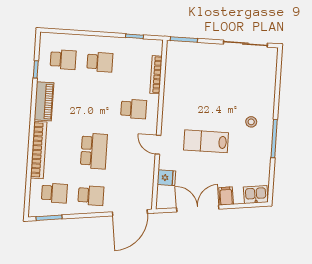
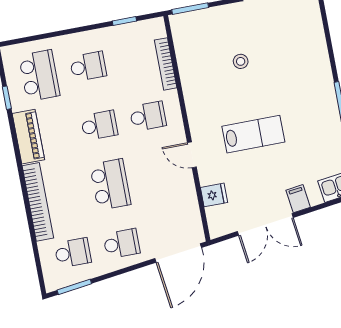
school desk: (63, 60) -> (39, 76), width x1.85
school desk: (97, 106) -> (99, 125), added
stool: (251, 122) -> (241, 61), moved
lab bench: (206, 141) -> (253, 134), turned 180
double door: (198, 208) -> (265, 225), swing flipped

